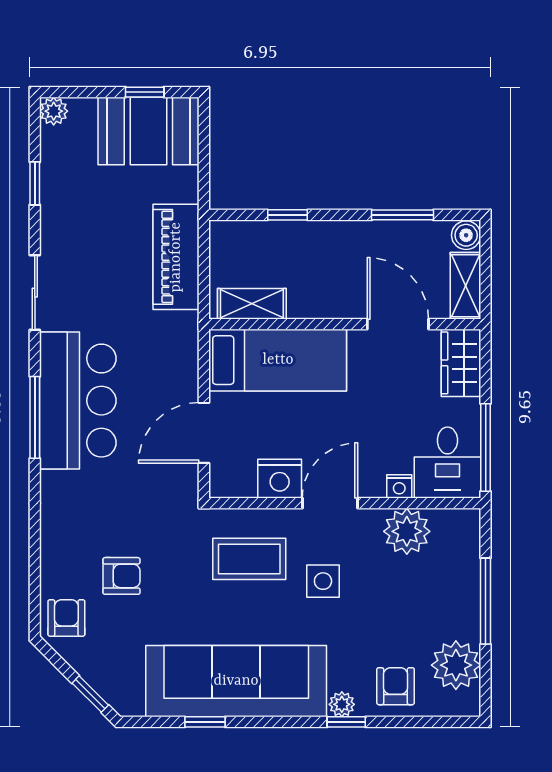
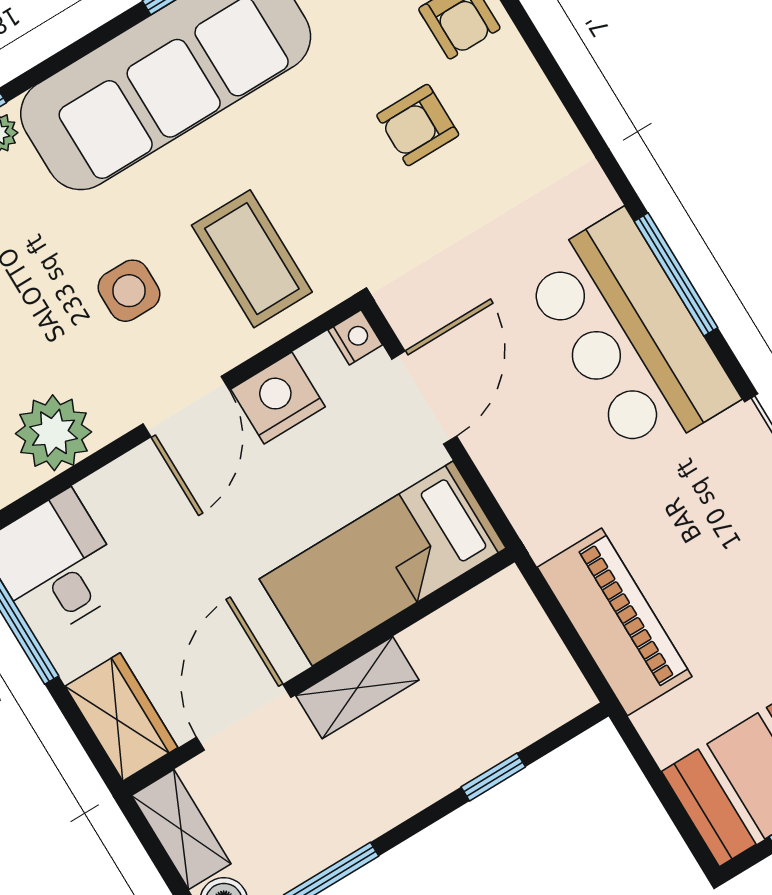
shelving: (252, 304) -> (357, 688), moved
door: (398, 324) -> (244, 717), swing flipped
nightstand: (399, 486) -> (355, 337), moved, turned 90
coffee table: (249, 559) -> (252, 259), turned 90

